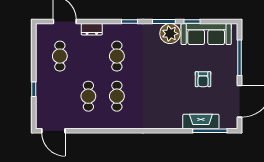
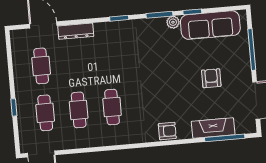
dresser: (92, 29) -> (76, 31), width x1.44
plant: (170, 34) -> (173, 22), width x0.53, depth x0.53
cafe table: (117, 56) -> (45, 113), moved
armchair: (203, 79) -> (211, 78), turned 180
armchair: (162, 121) -> (167, 131), added

